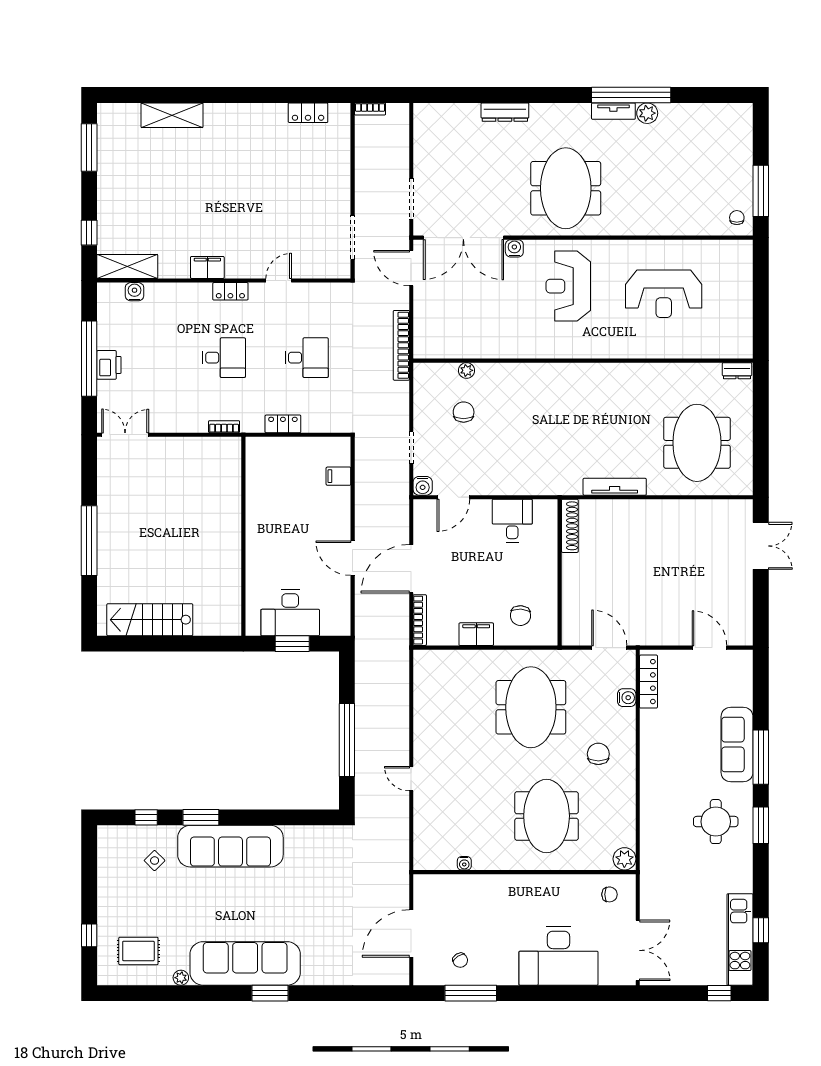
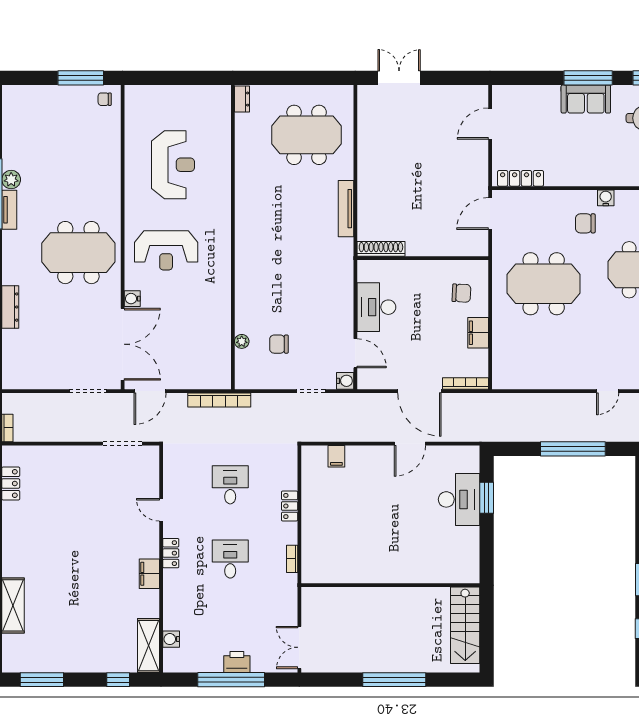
desk: (512, 521) -> (376, 307), width x1.37
wall: (243, 536) -> (390, 585), moved
water cooler: (627, 698) -> (606, 198), moved
sofa: (737, 745) -> (586, 99), width x0.73

